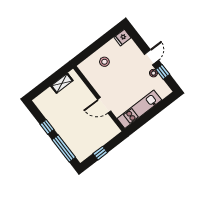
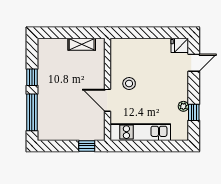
door: (151, 57) -> (194, 63), moved
stool: (104, 62) -> (129, 83), moved
window: (100, 153) -> (87, 146), moved

